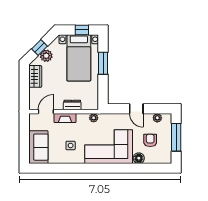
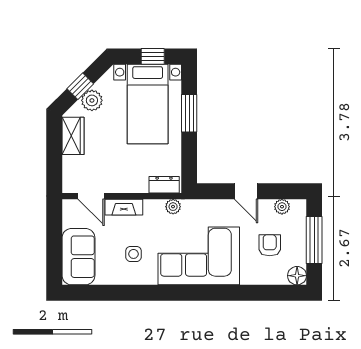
dresser: (72, 105) -> (164, 185), moved
door: (46, 112) -> (91, 196), swing flipped
floor lamp: (139, 158) -> (297, 276), moved

